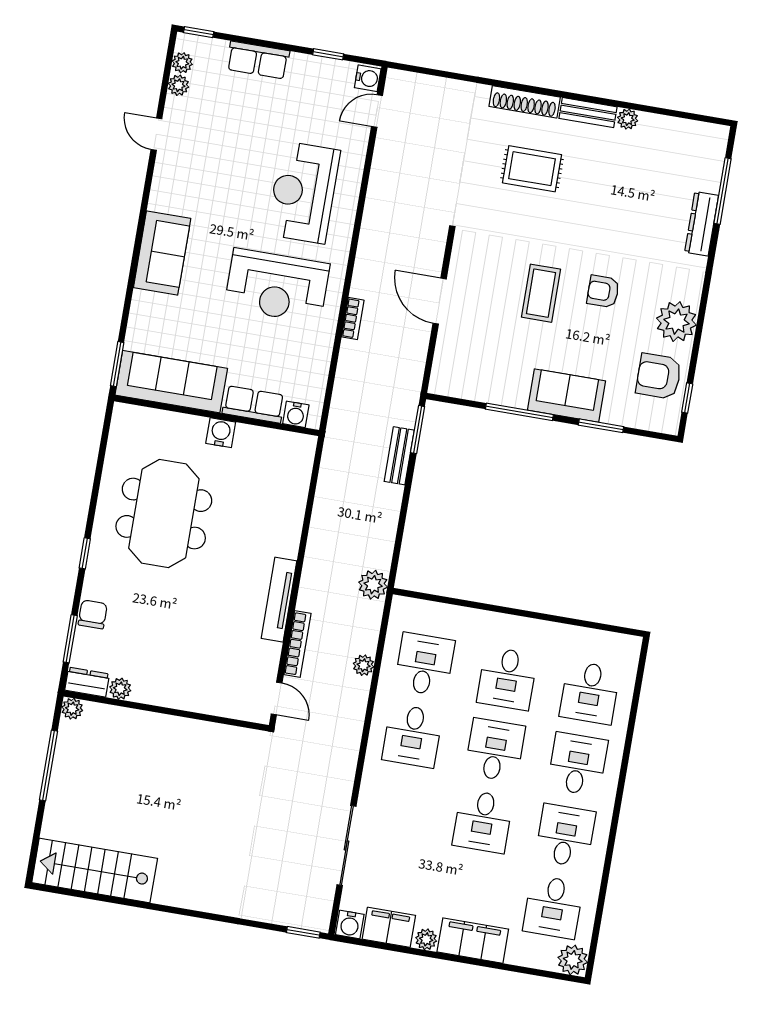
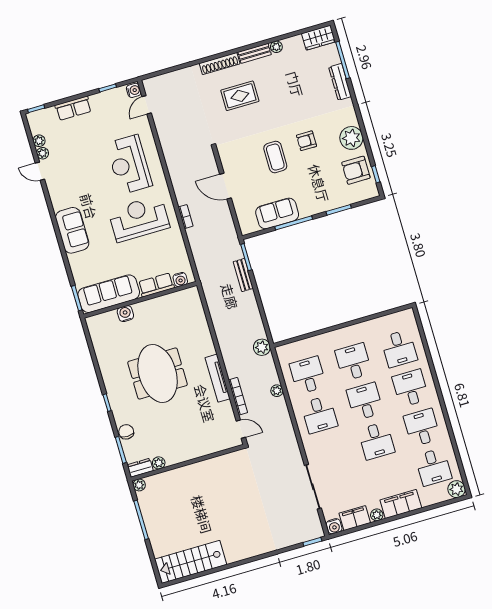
plant: (182, 63) -> (43, 153), moved
wardrobe: (702, 137) -> (318, 38), added
reception desk: (277, 286) -> (139, 219), turned 180
sofa: (566, 396) -> (277, 213), moved
water cooler: (221, 433) -> (125, 314), moved
meeting table: (164, 514) -> (158, 373), moved
desk: (507, 679) -> (353, 362), turned 180

